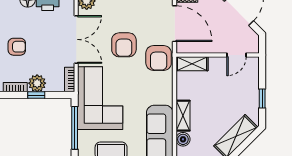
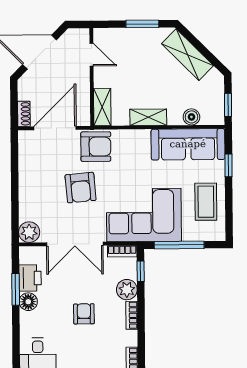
double door: (76, 39) -> (75, 244), swing flipped
armchair: (124, 45) -> (81, 188), turned 85
window: (36, 95) -> (141, 271), moved
window: (262, 98) -> (142, 24), width x1.50
shelving: (183, 116) -> (148, 117), moved

